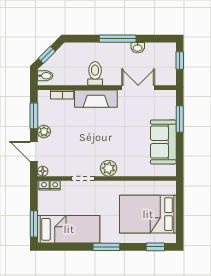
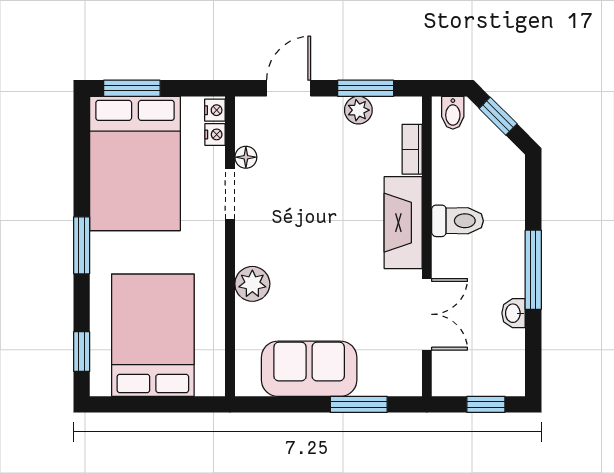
plant: (44, 132) -> (358, 110), moved
plant: (109, 168) -> (252, 284), moved
floor lamp: (43, 171) -> (246, 157), moved
bed: (69, 229) -> (135, 163), width x1.50

